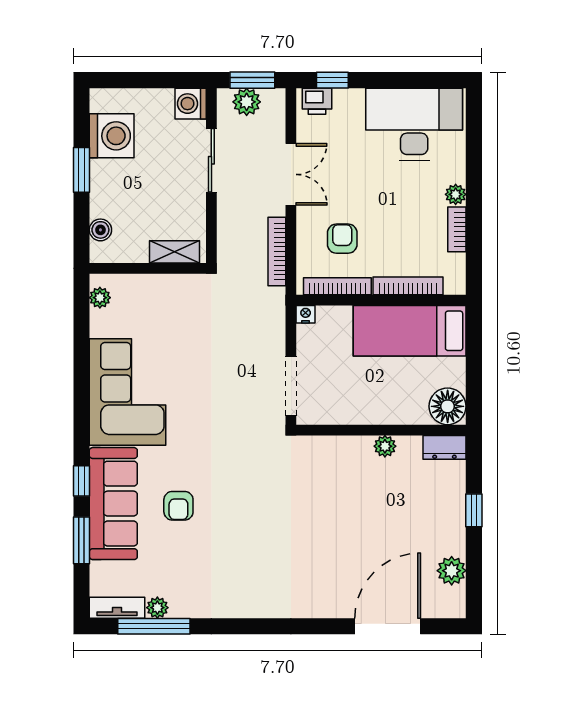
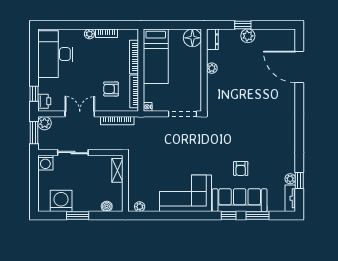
plant: (247, 102) -> (45, 123), moved
armchair: (178, 506) -> (241, 168), turned 90
plant: (452, 571) -> (248, 36), moved
window: (154, 626) -> (299, 180), width x0.46

